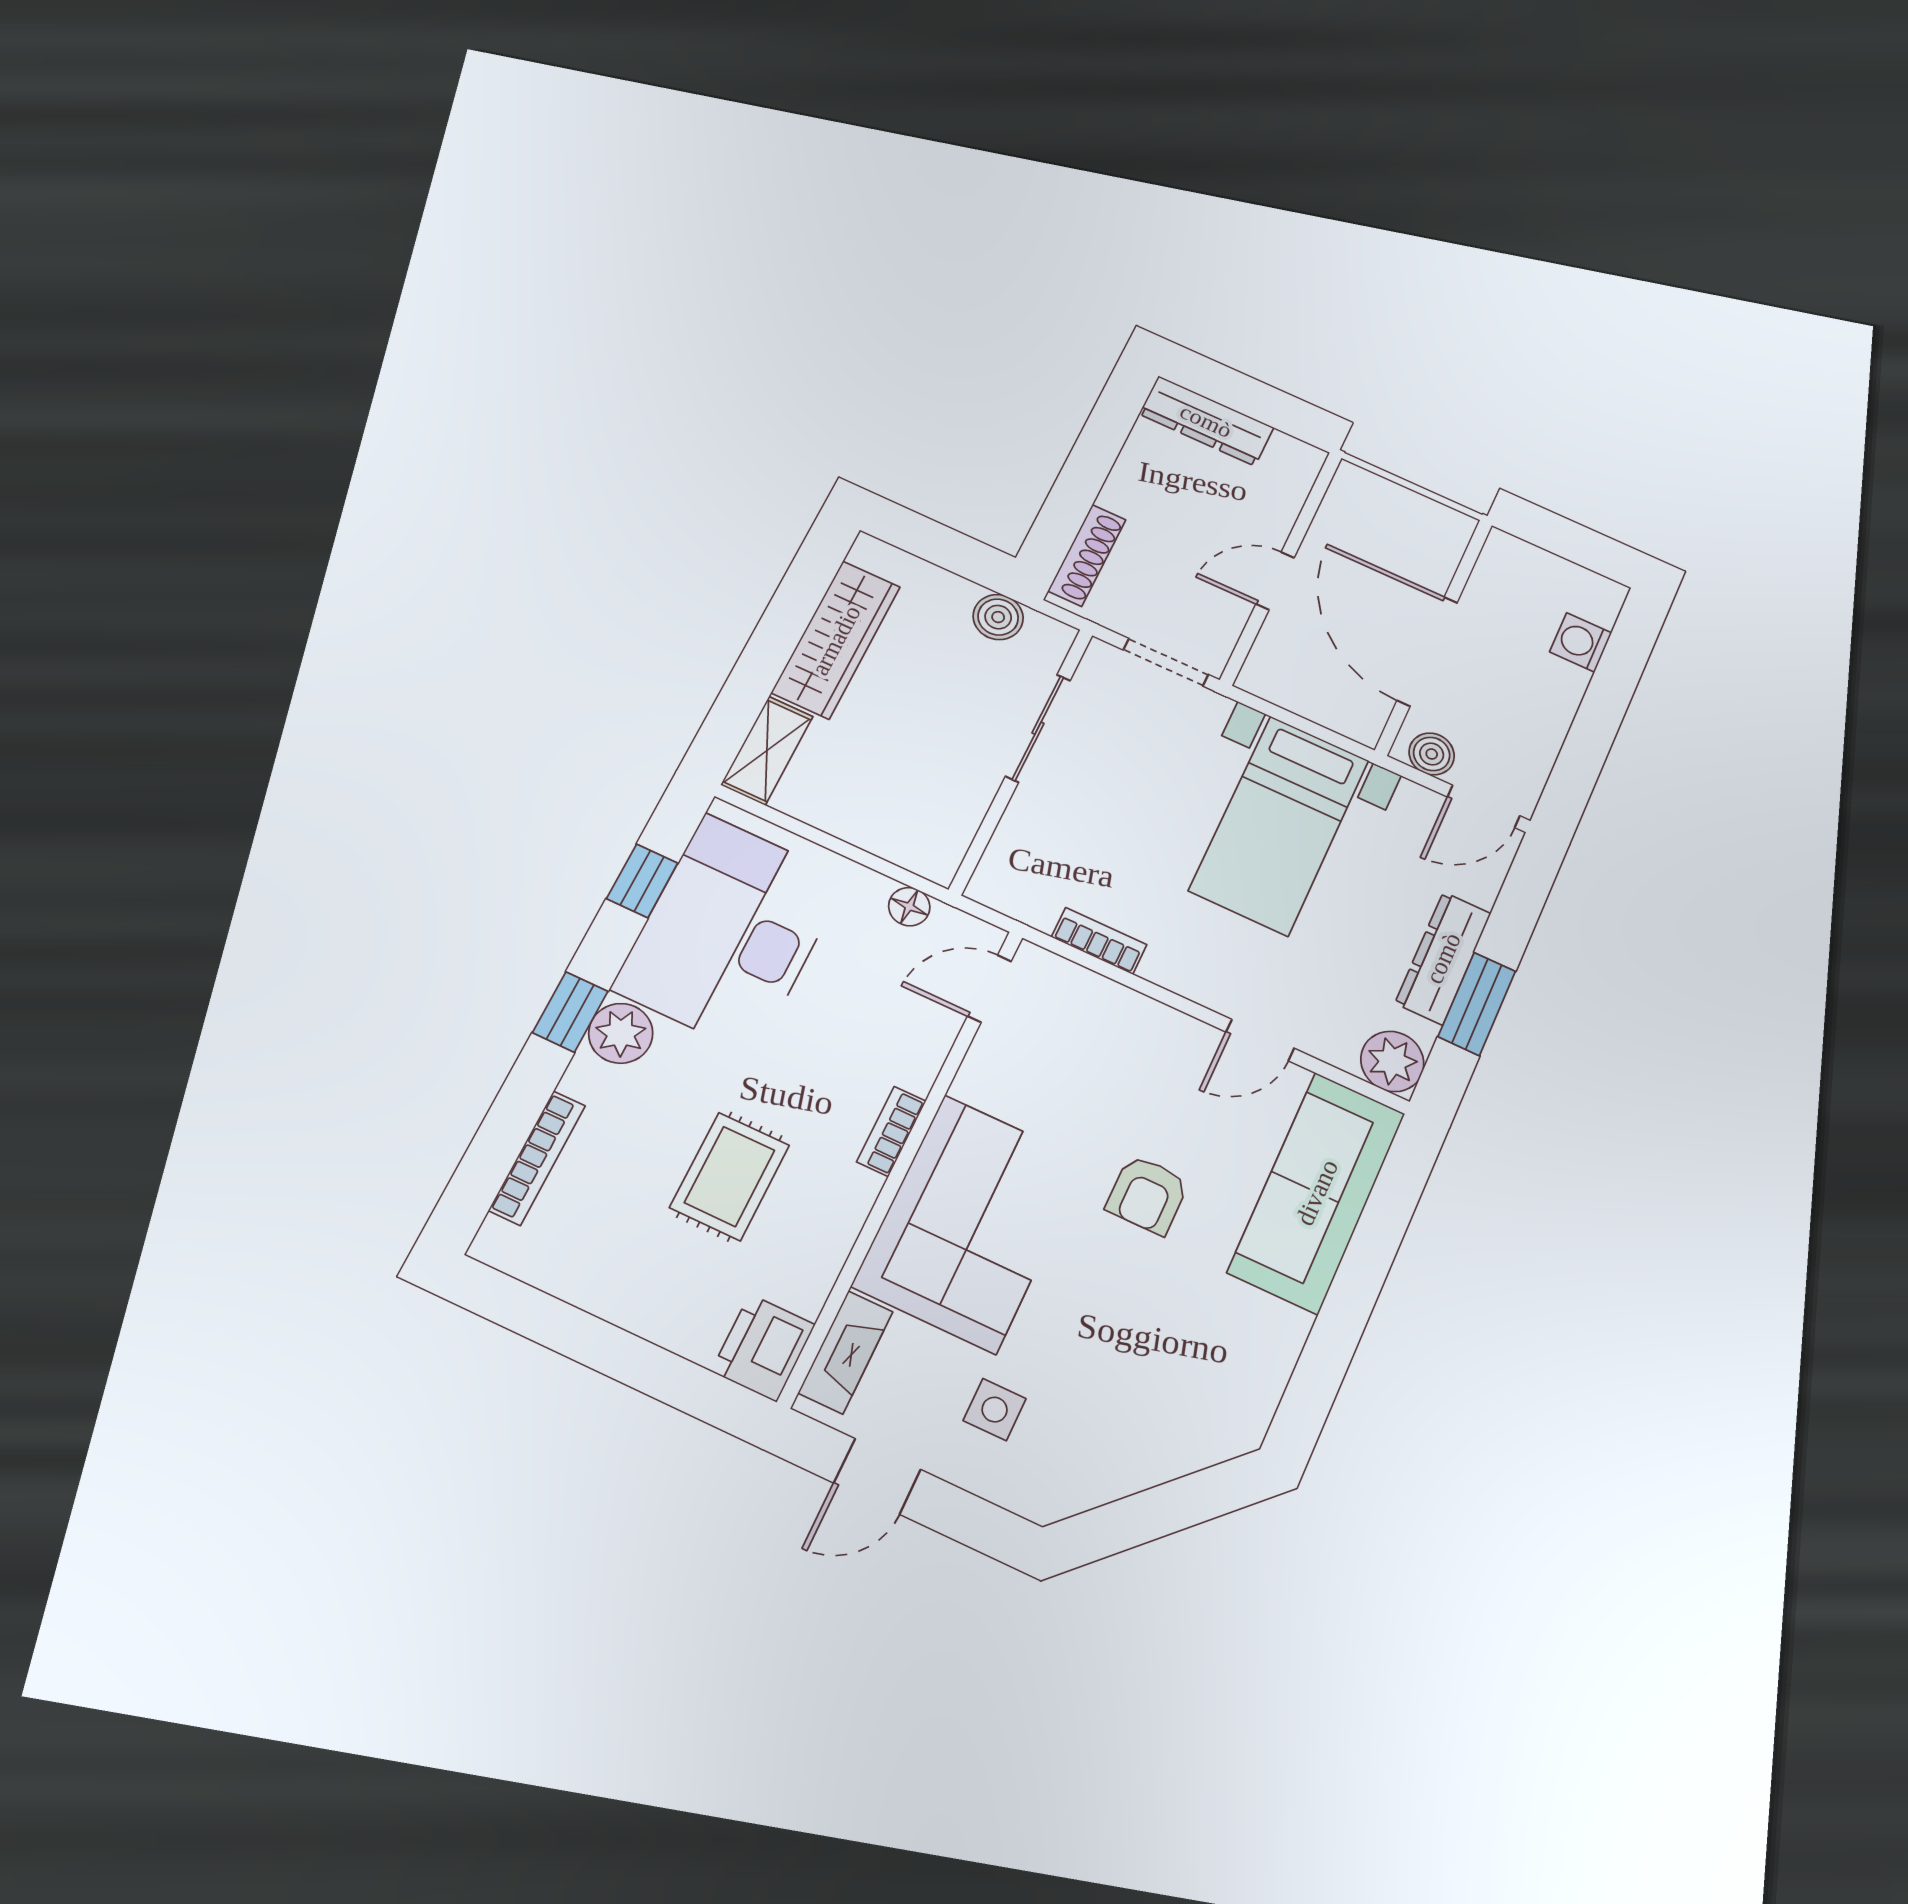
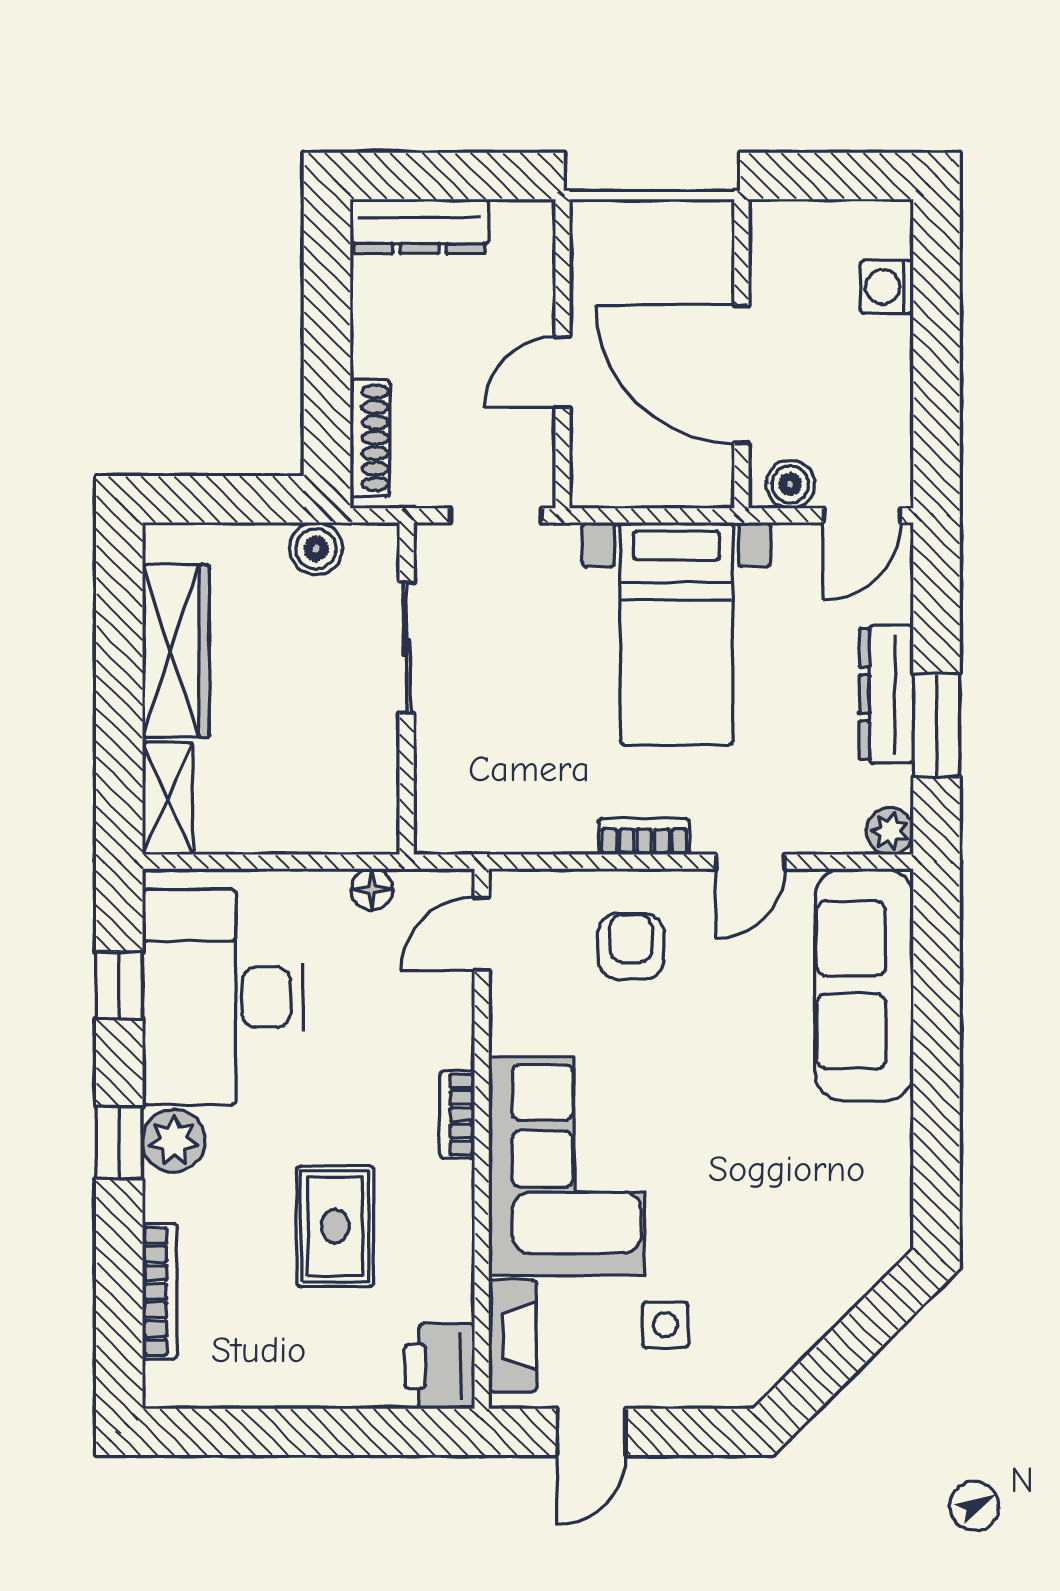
bookcase: (1099, 941) -> (644, 837), moved
plant: (1392, 1061) -> (890, 831), width x0.73, depth x0.73
armchair: (1147, 1195) -> (631, 946), moved, turned 180

